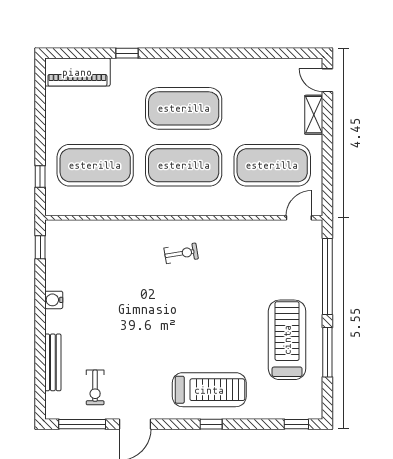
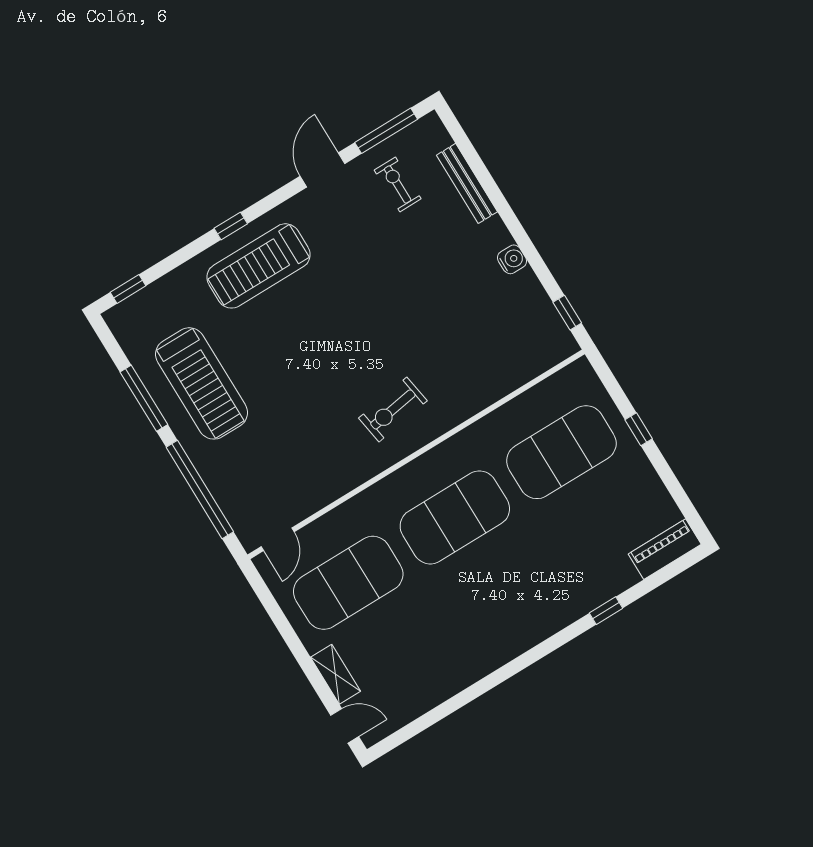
piano: (77, 72) -> (665, 549), width x0.73, depth x0.75
exercise mat: (184, 108) -> (497, 586), removed
window: (40, 177) -> (639, 429), moved
exercise bike: (181, 253) -> (393, 409), width x1.38, depth x1.39

